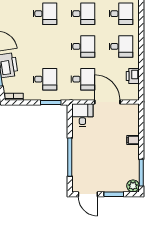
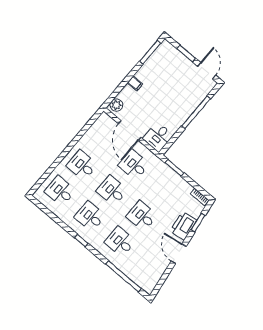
printer: (133, 76) -> (92, 134), removed
desk: (45, 79) -> (142, 216), moved
plant: (133, 186) -> (116, 105), moved

